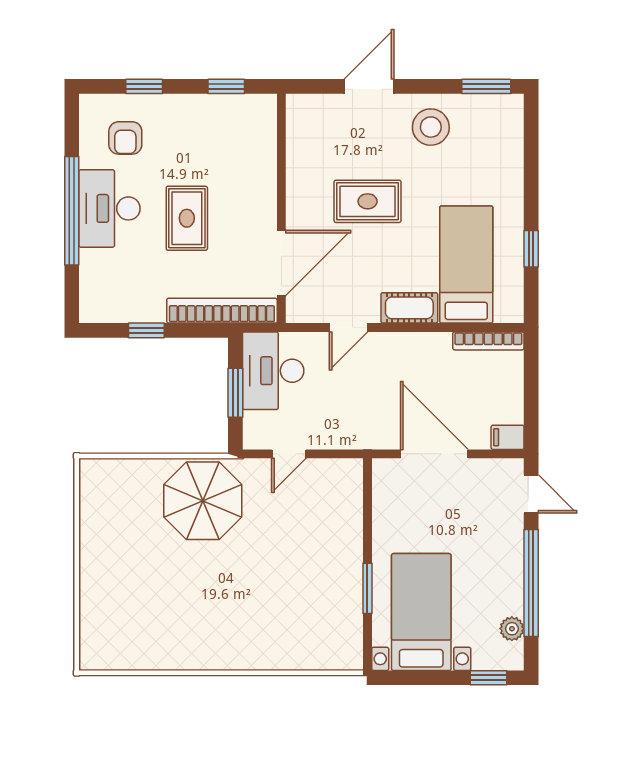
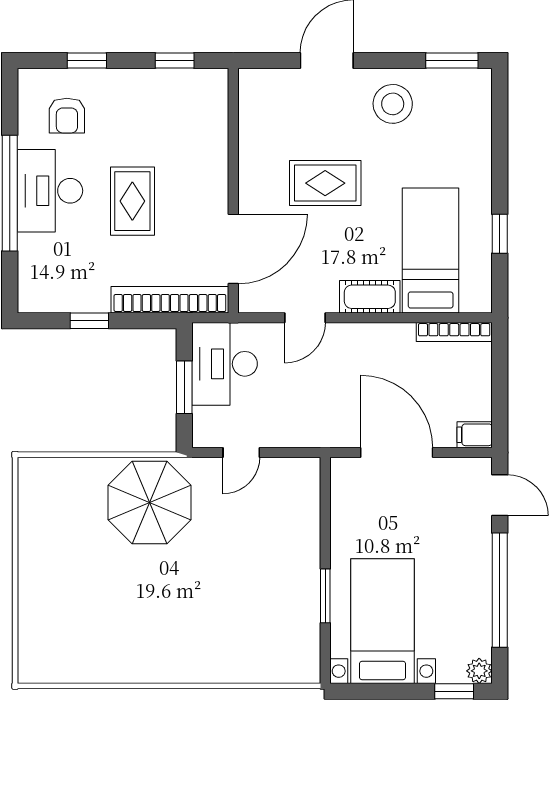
plant: (512, 629) -> (479, 671), moved

